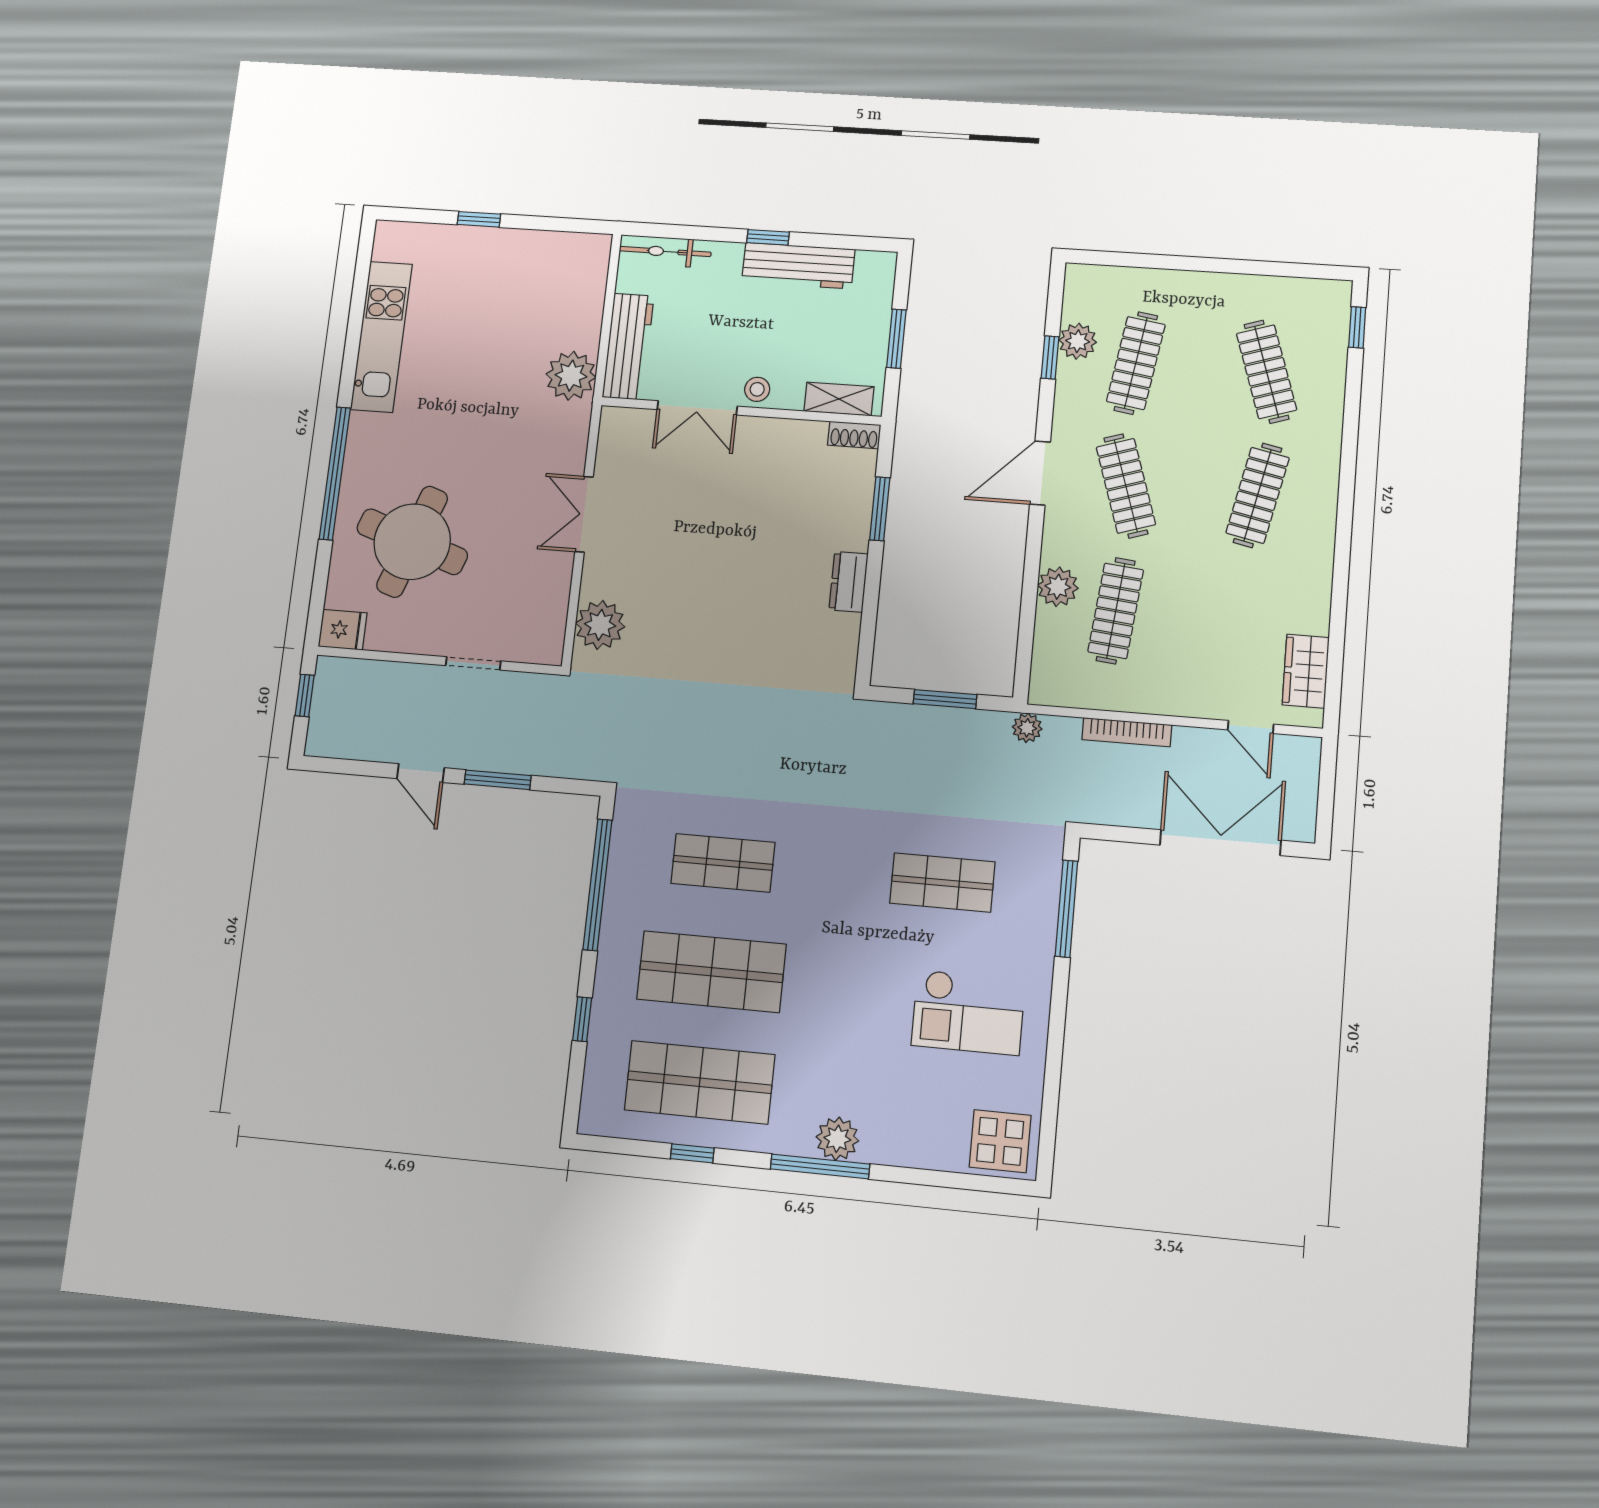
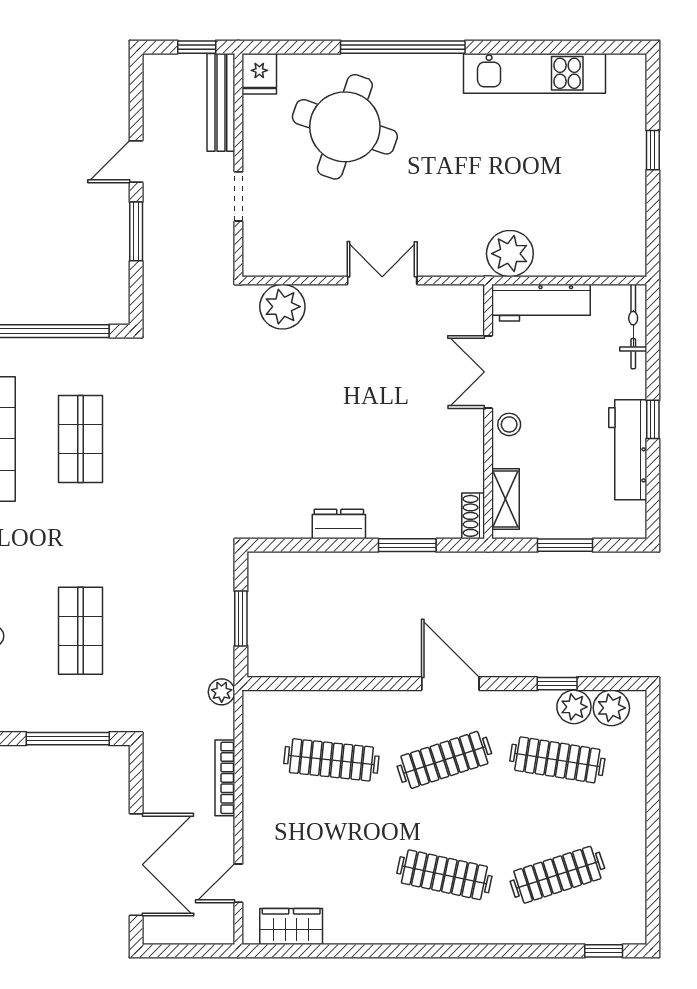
plant: (1058, 587) -> (611, 708), moved
bench: (368, 674) -> (221, 102), added

